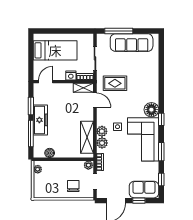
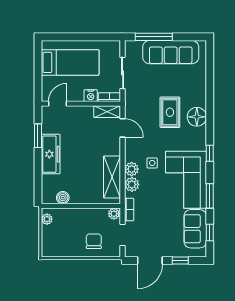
rug: (115, 83) -> (170, 112), moved, turned 90
floor lamp: (151, 110) -> (197, 117), moved
window: (31, 133) -> (38, 172), removed
sofa: (144, 190) -> (195, 229), moved, turned -90

